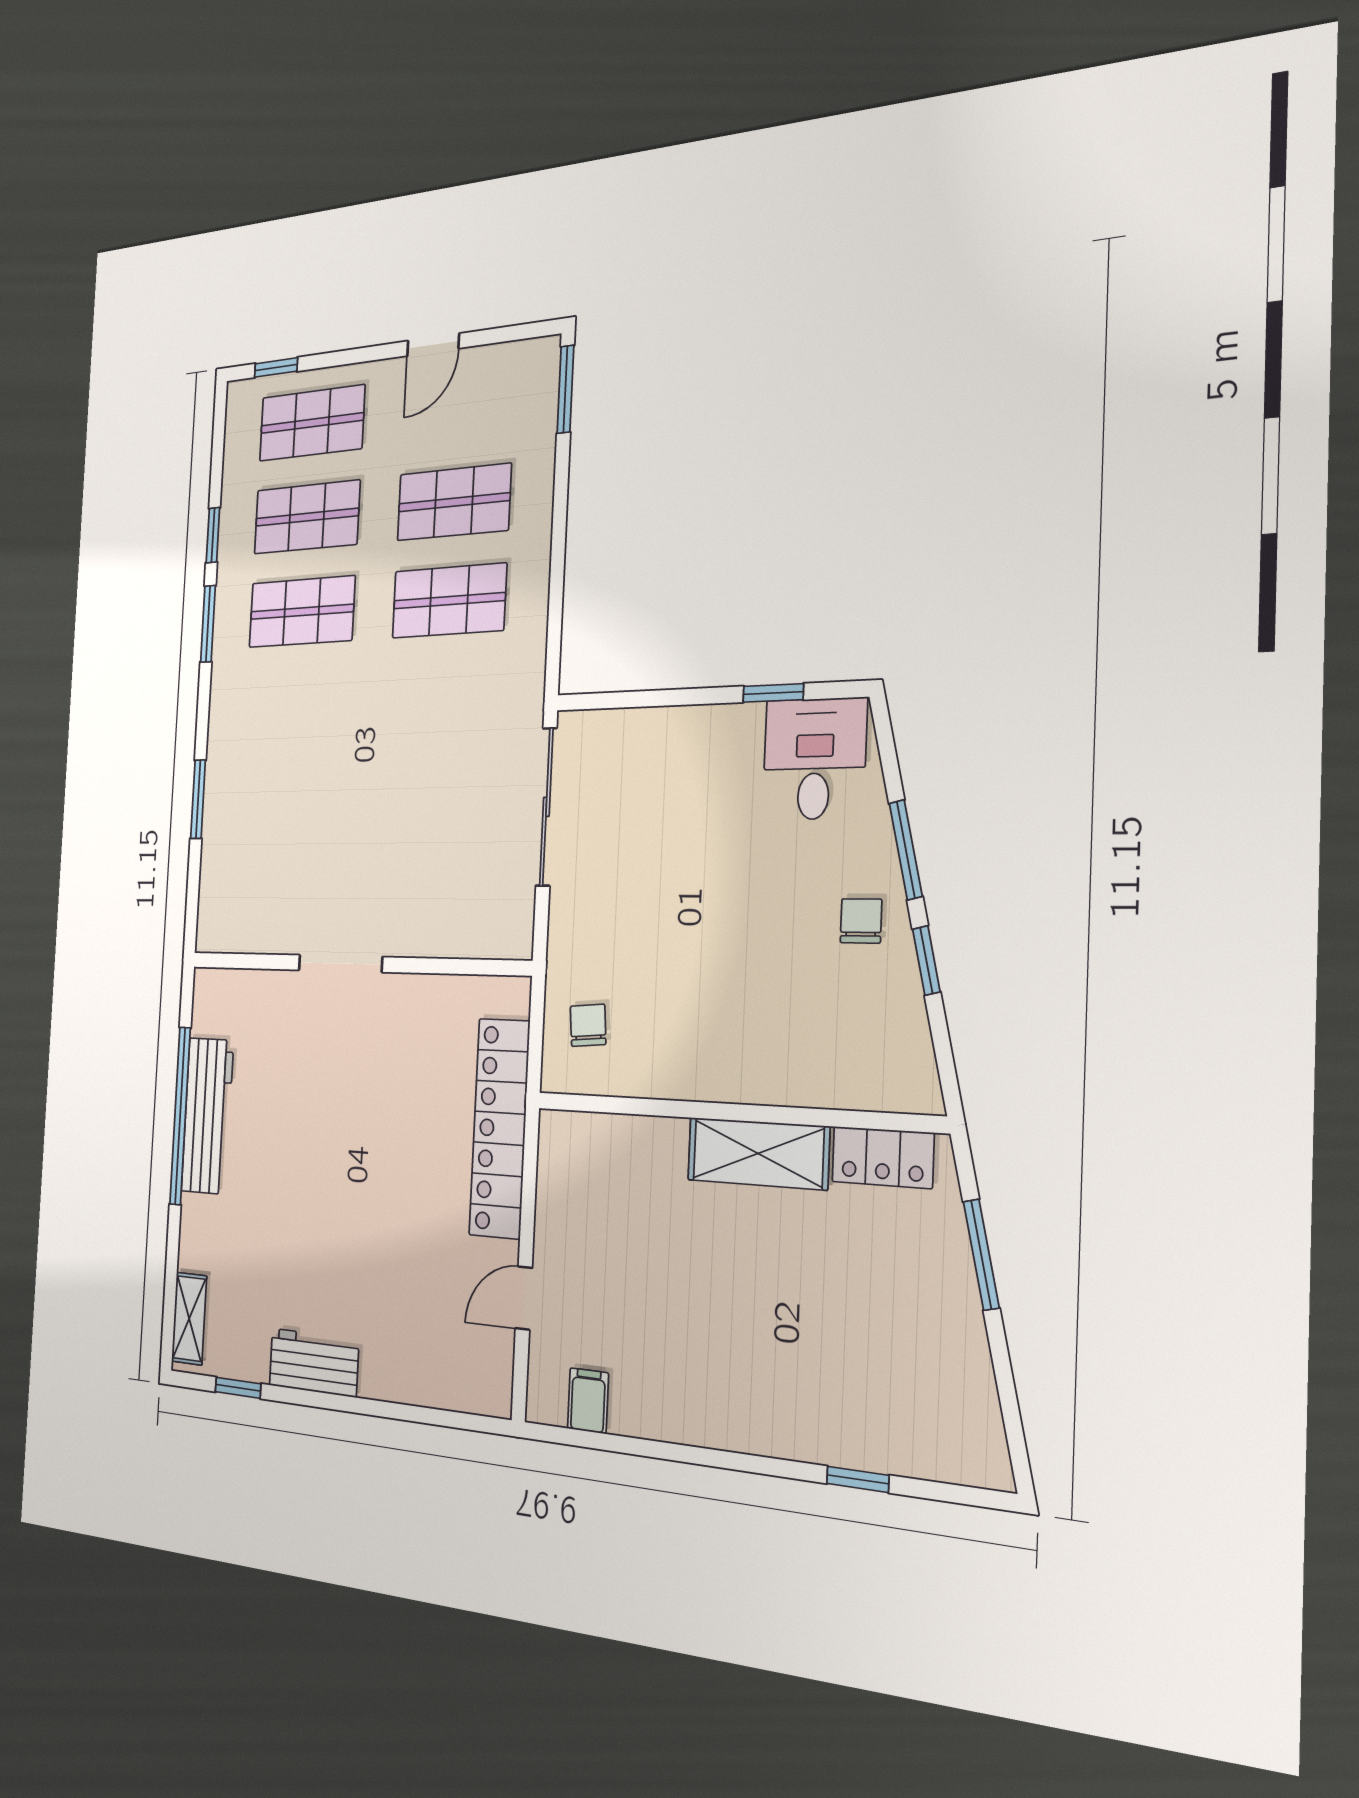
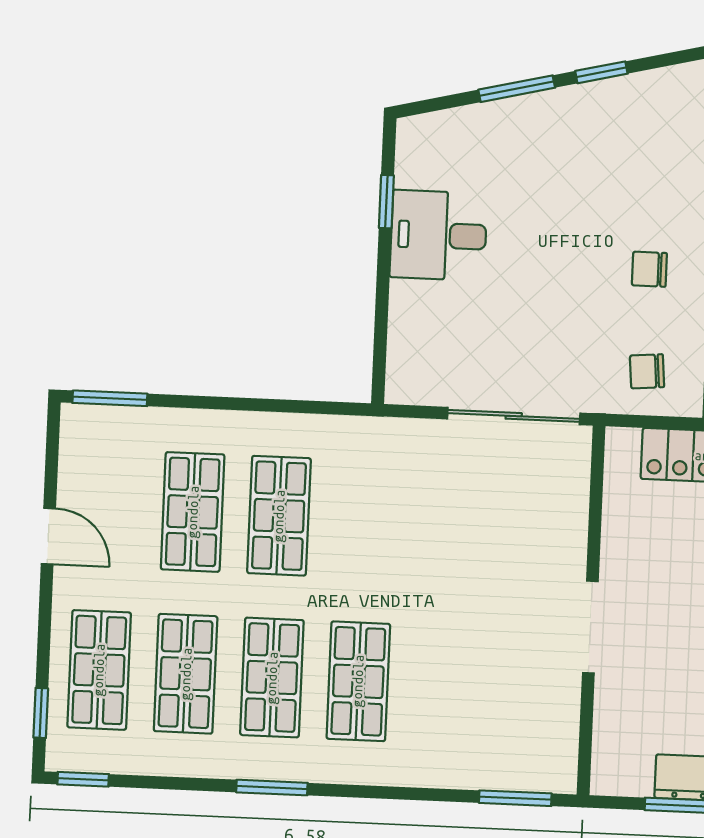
window: (213, 535) -> (83, 779), moved
shop shelf: (297, 707) -> (358, 681), added
desk: (814, 759) -> (439, 235), moved
window: (198, 799) -> (515, 798), moved
sliding door: (546, 807) -> (514, 416), moved
chair: (861, 921) -> (649, 269), moved

